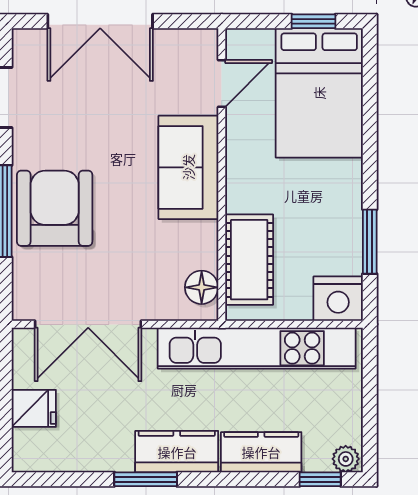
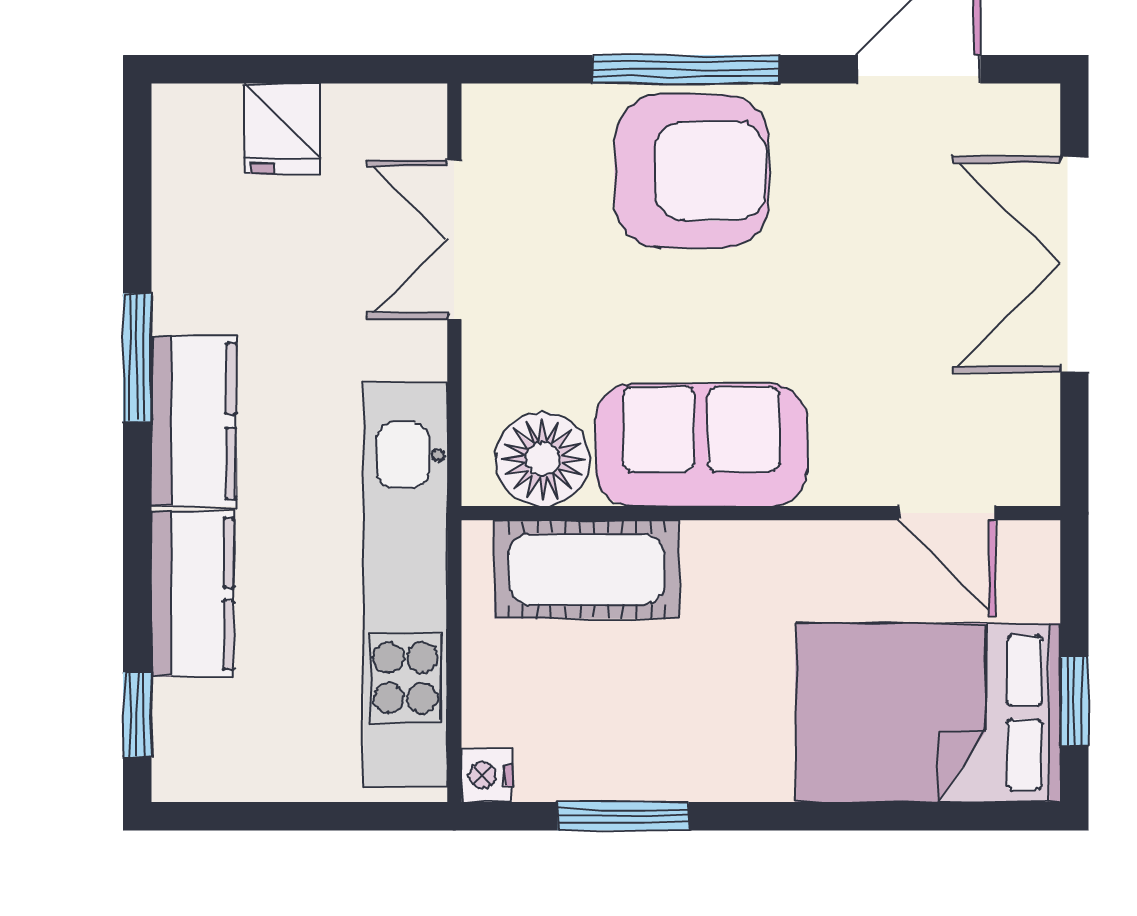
sofa: (188, 167) -> (701, 445), moved
floor lamp: (202, 287) -> (543, 459), width x1.38, depth x1.38
nightstand: (338, 299) -> (487, 775), width x0.53, depth x0.56
double door: (88, 324) -> (454, 240), width x0.73
plant: (346, 459) -> (179, 767), removed

